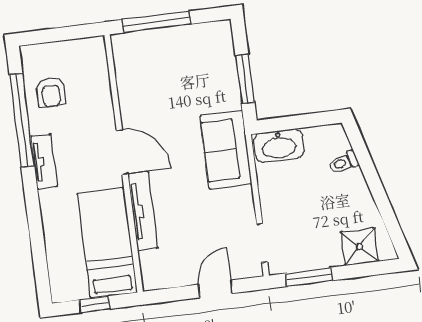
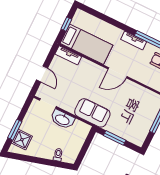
washbasin: (279, 146) -> (62, 119), moved, turned -90
tv unit: (143, 211) -> (68, 55), moved, width x0.71
window: (309, 277) -> (15, 130), moved

